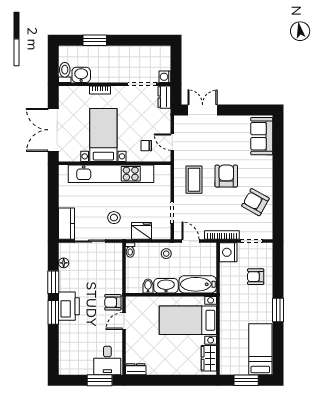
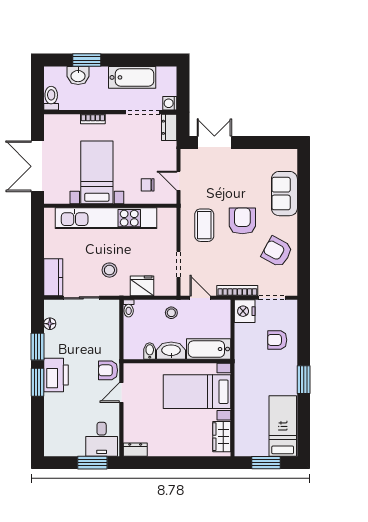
bathtub: (133, 55) -> (132, 77), added
washbasin: (81, 75) -> (78, 76), moved, turned 180
sofa: (262, 136) -> (284, 194), moved

